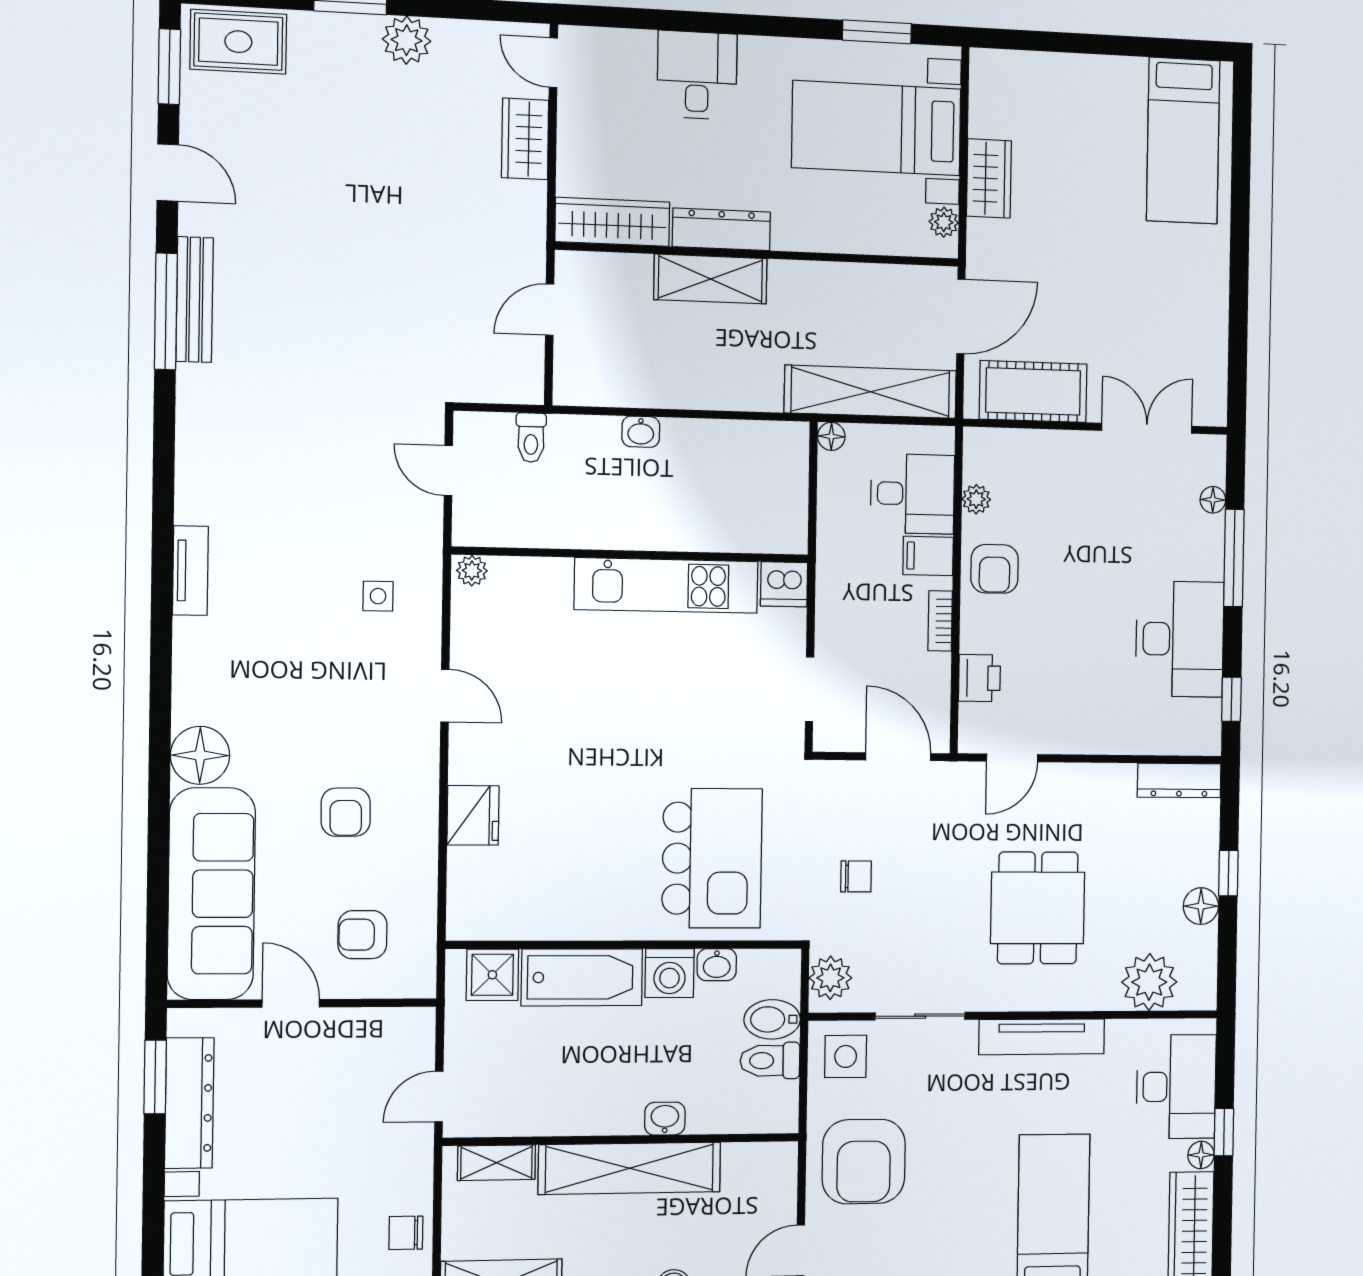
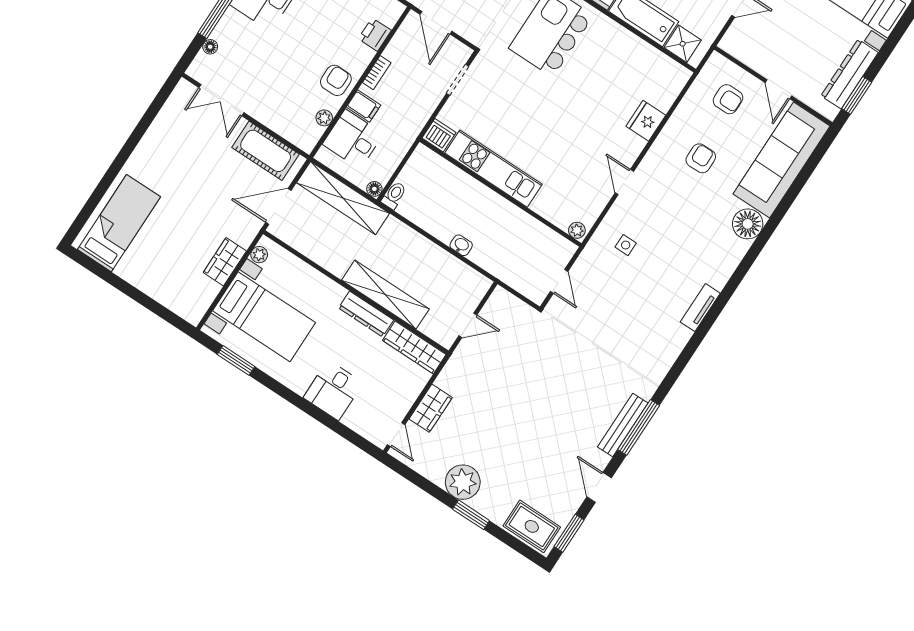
plant: (407, 40) -> (463, 482), width x1.36, depth x1.36
shelving: (710, 279) -> (385, 295), width x1.47
toilet: (531, 438) -> (394, 195), moved

